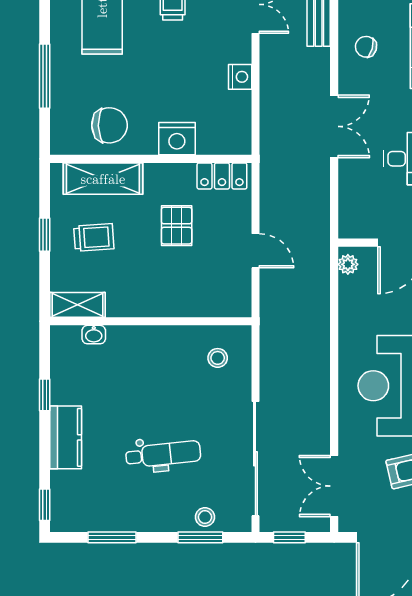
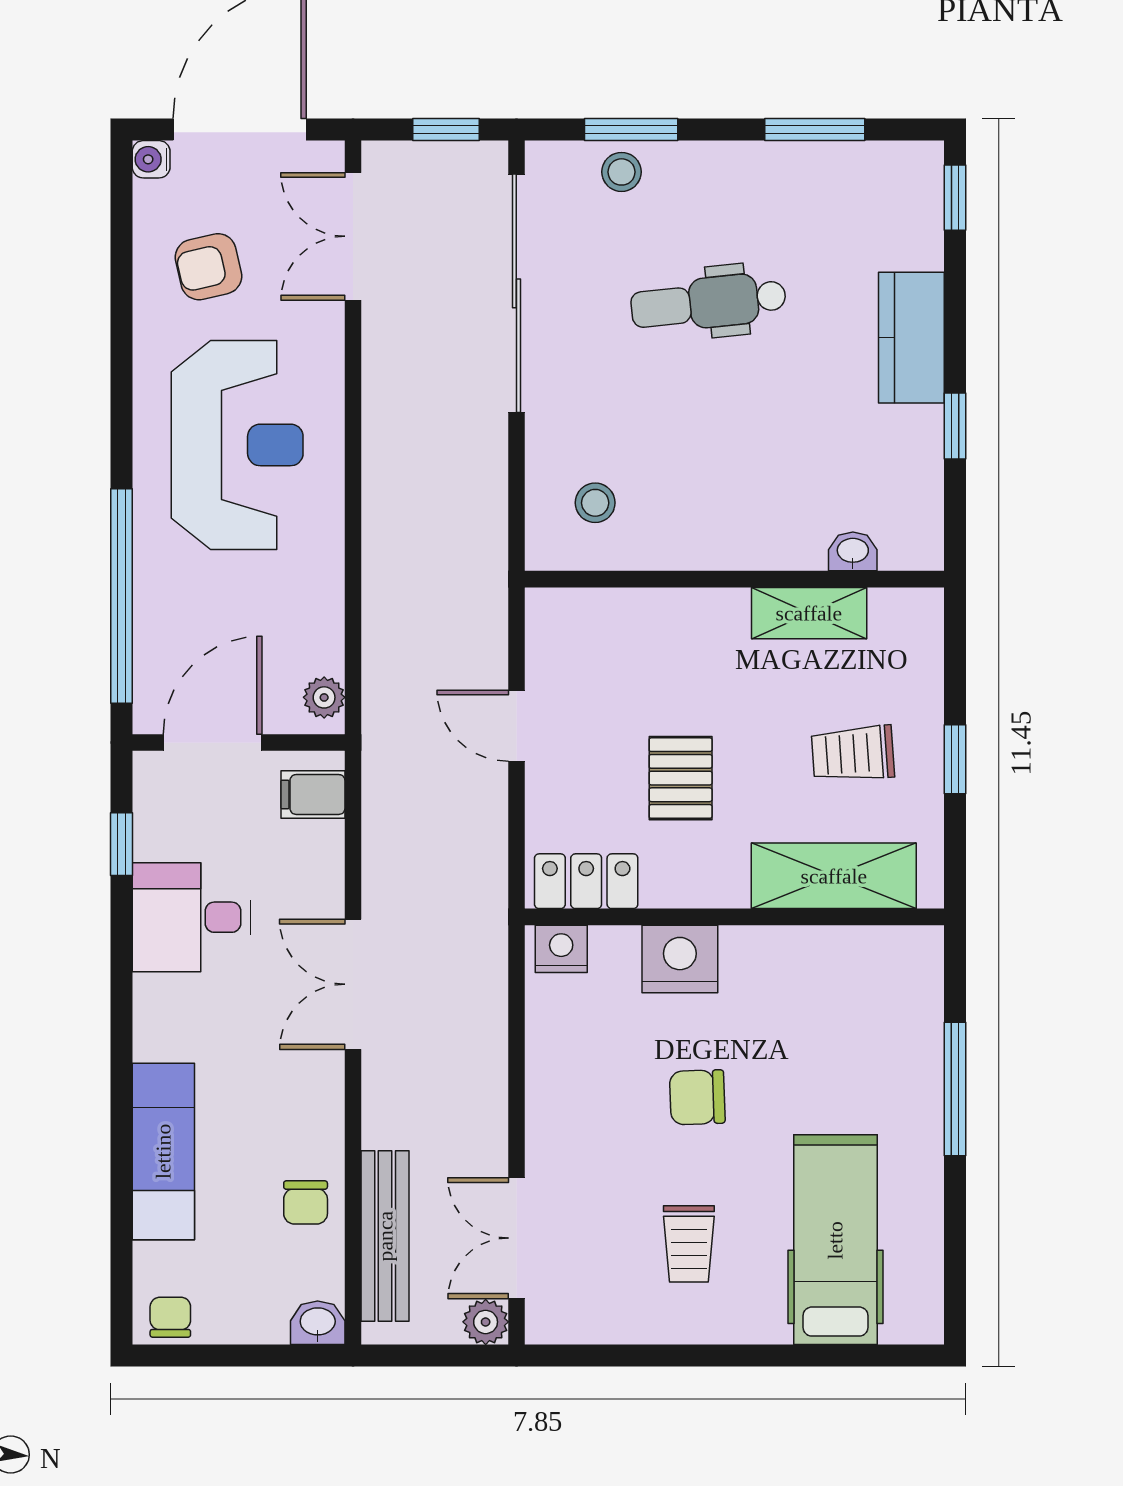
chair: (366, 47) -> (306, 1202), moved, turned 74
nightstand: (240, 77) -> (561, 949), moved, turned 90
chair: (109, 125) -> (697, 1097), moved, width x0.73, depth x0.73
filing cabinet: (353, 218) -> (313, 794), added
shelving: (77, 305) -> (809, 613), moved
double door: (334, 486) -> (353, 236), swing flipped

